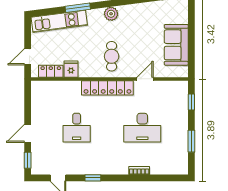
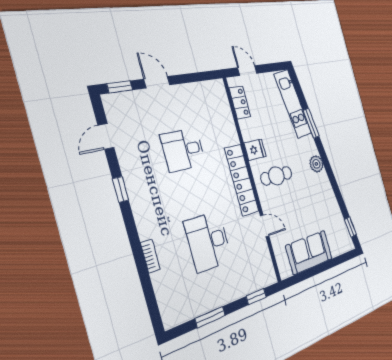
fridge: (71, 69) -> (255, 150), moved

